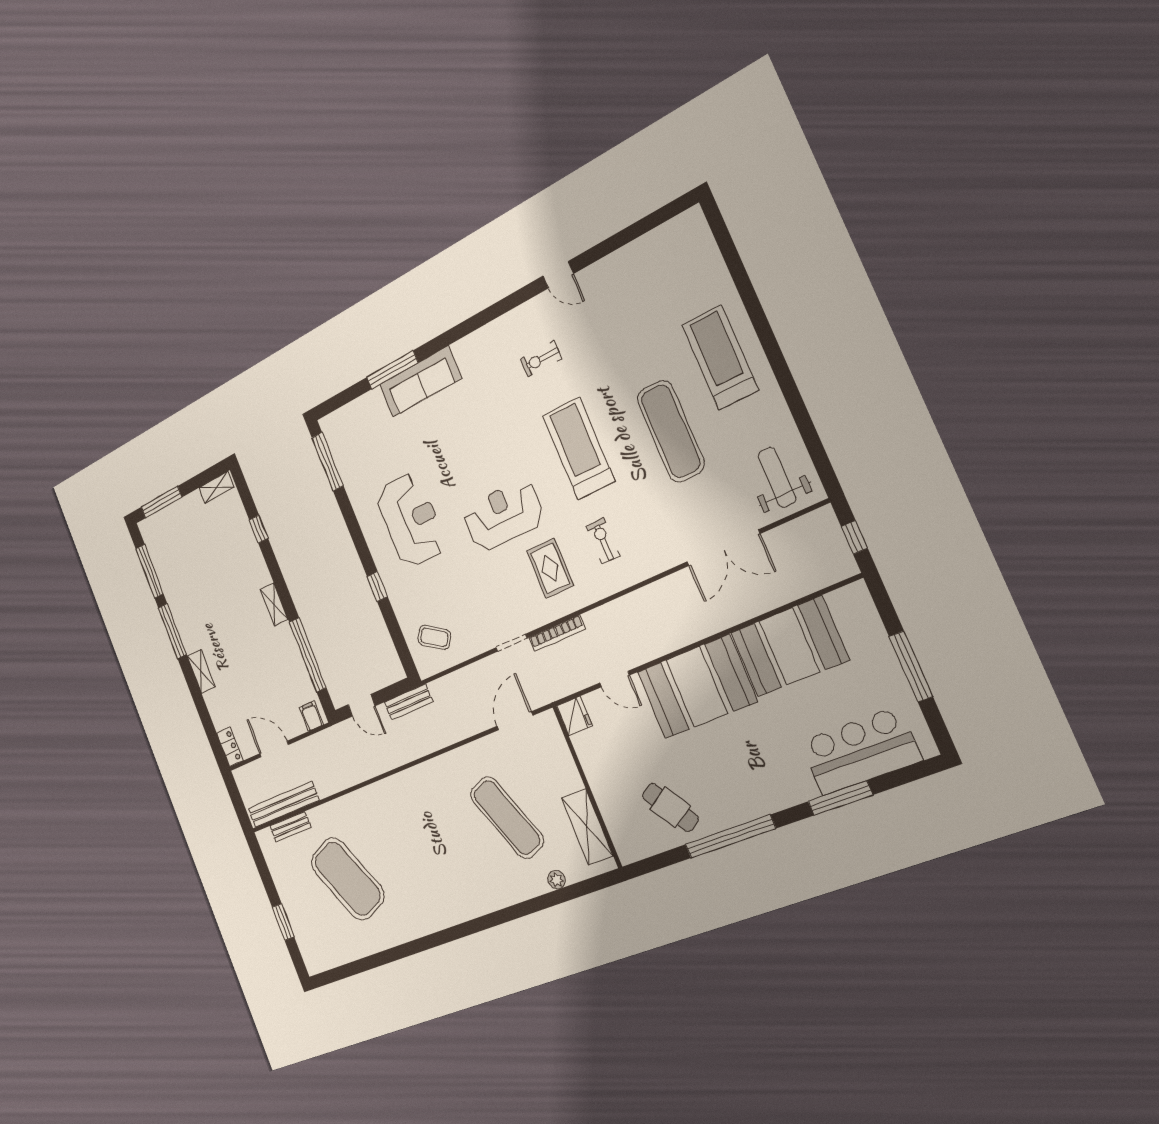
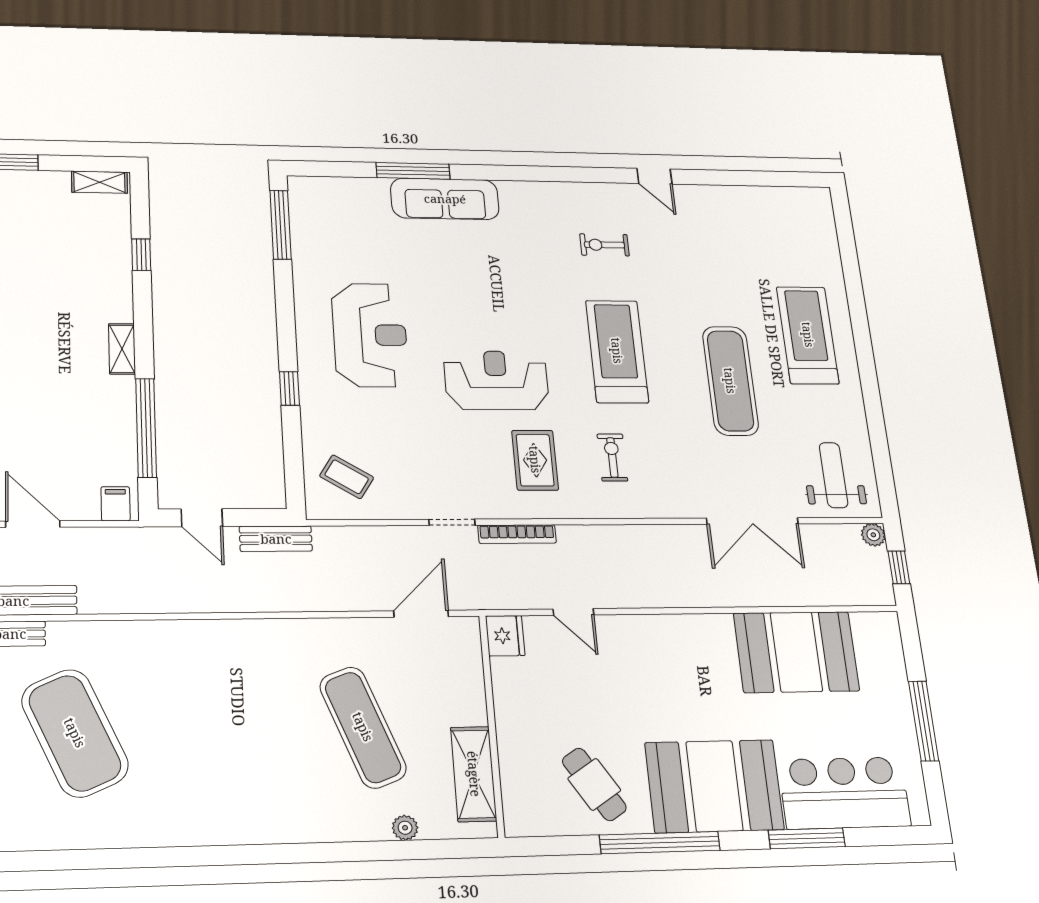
plant: (825, 517) -> (873, 535), added
booth: (697, 687) -> (714, 786), moved

